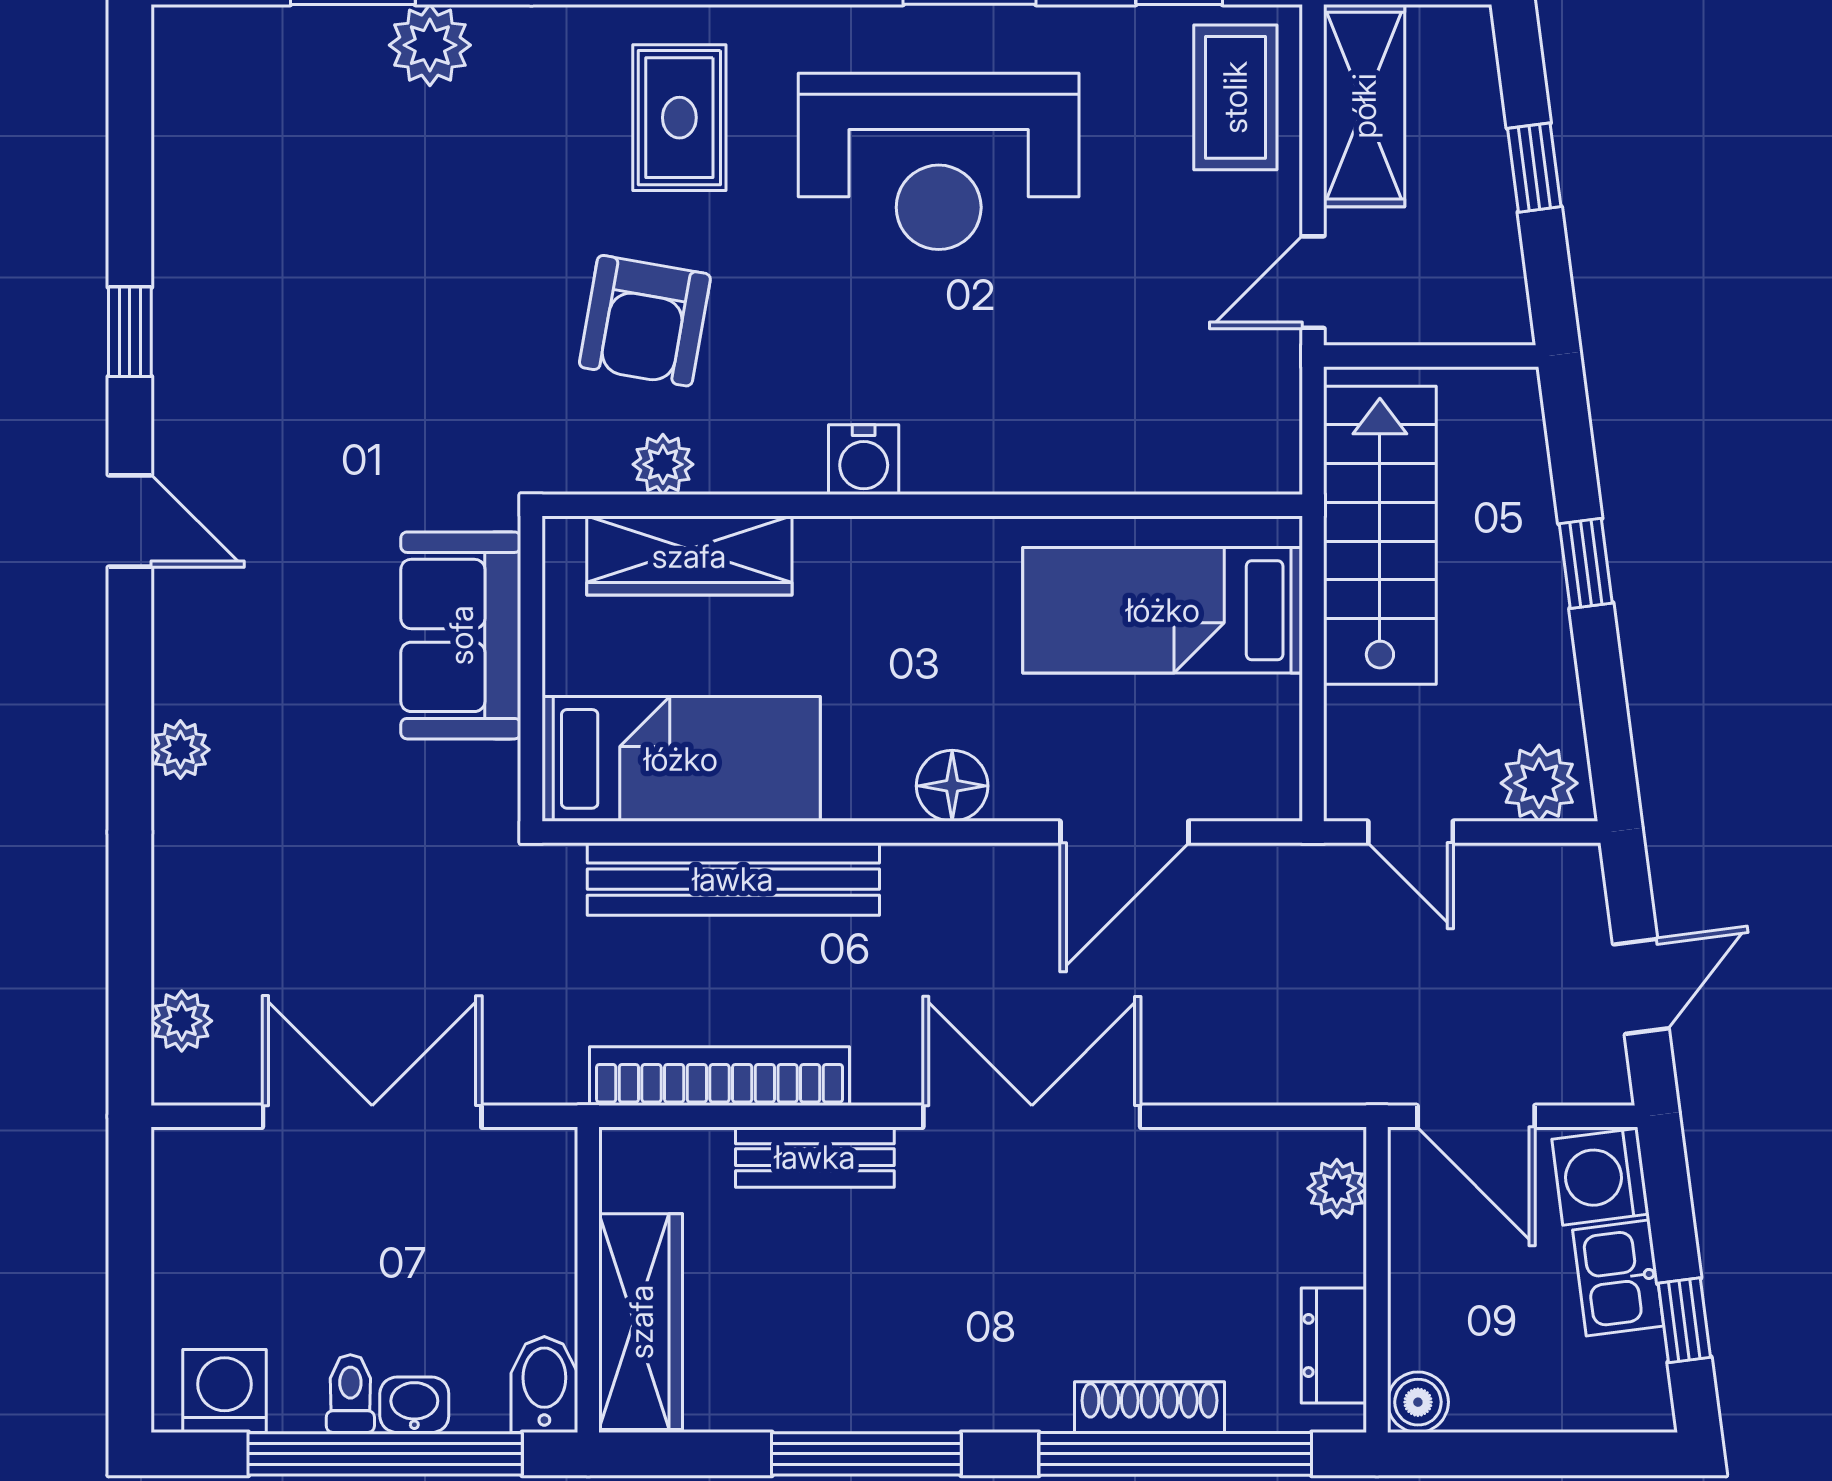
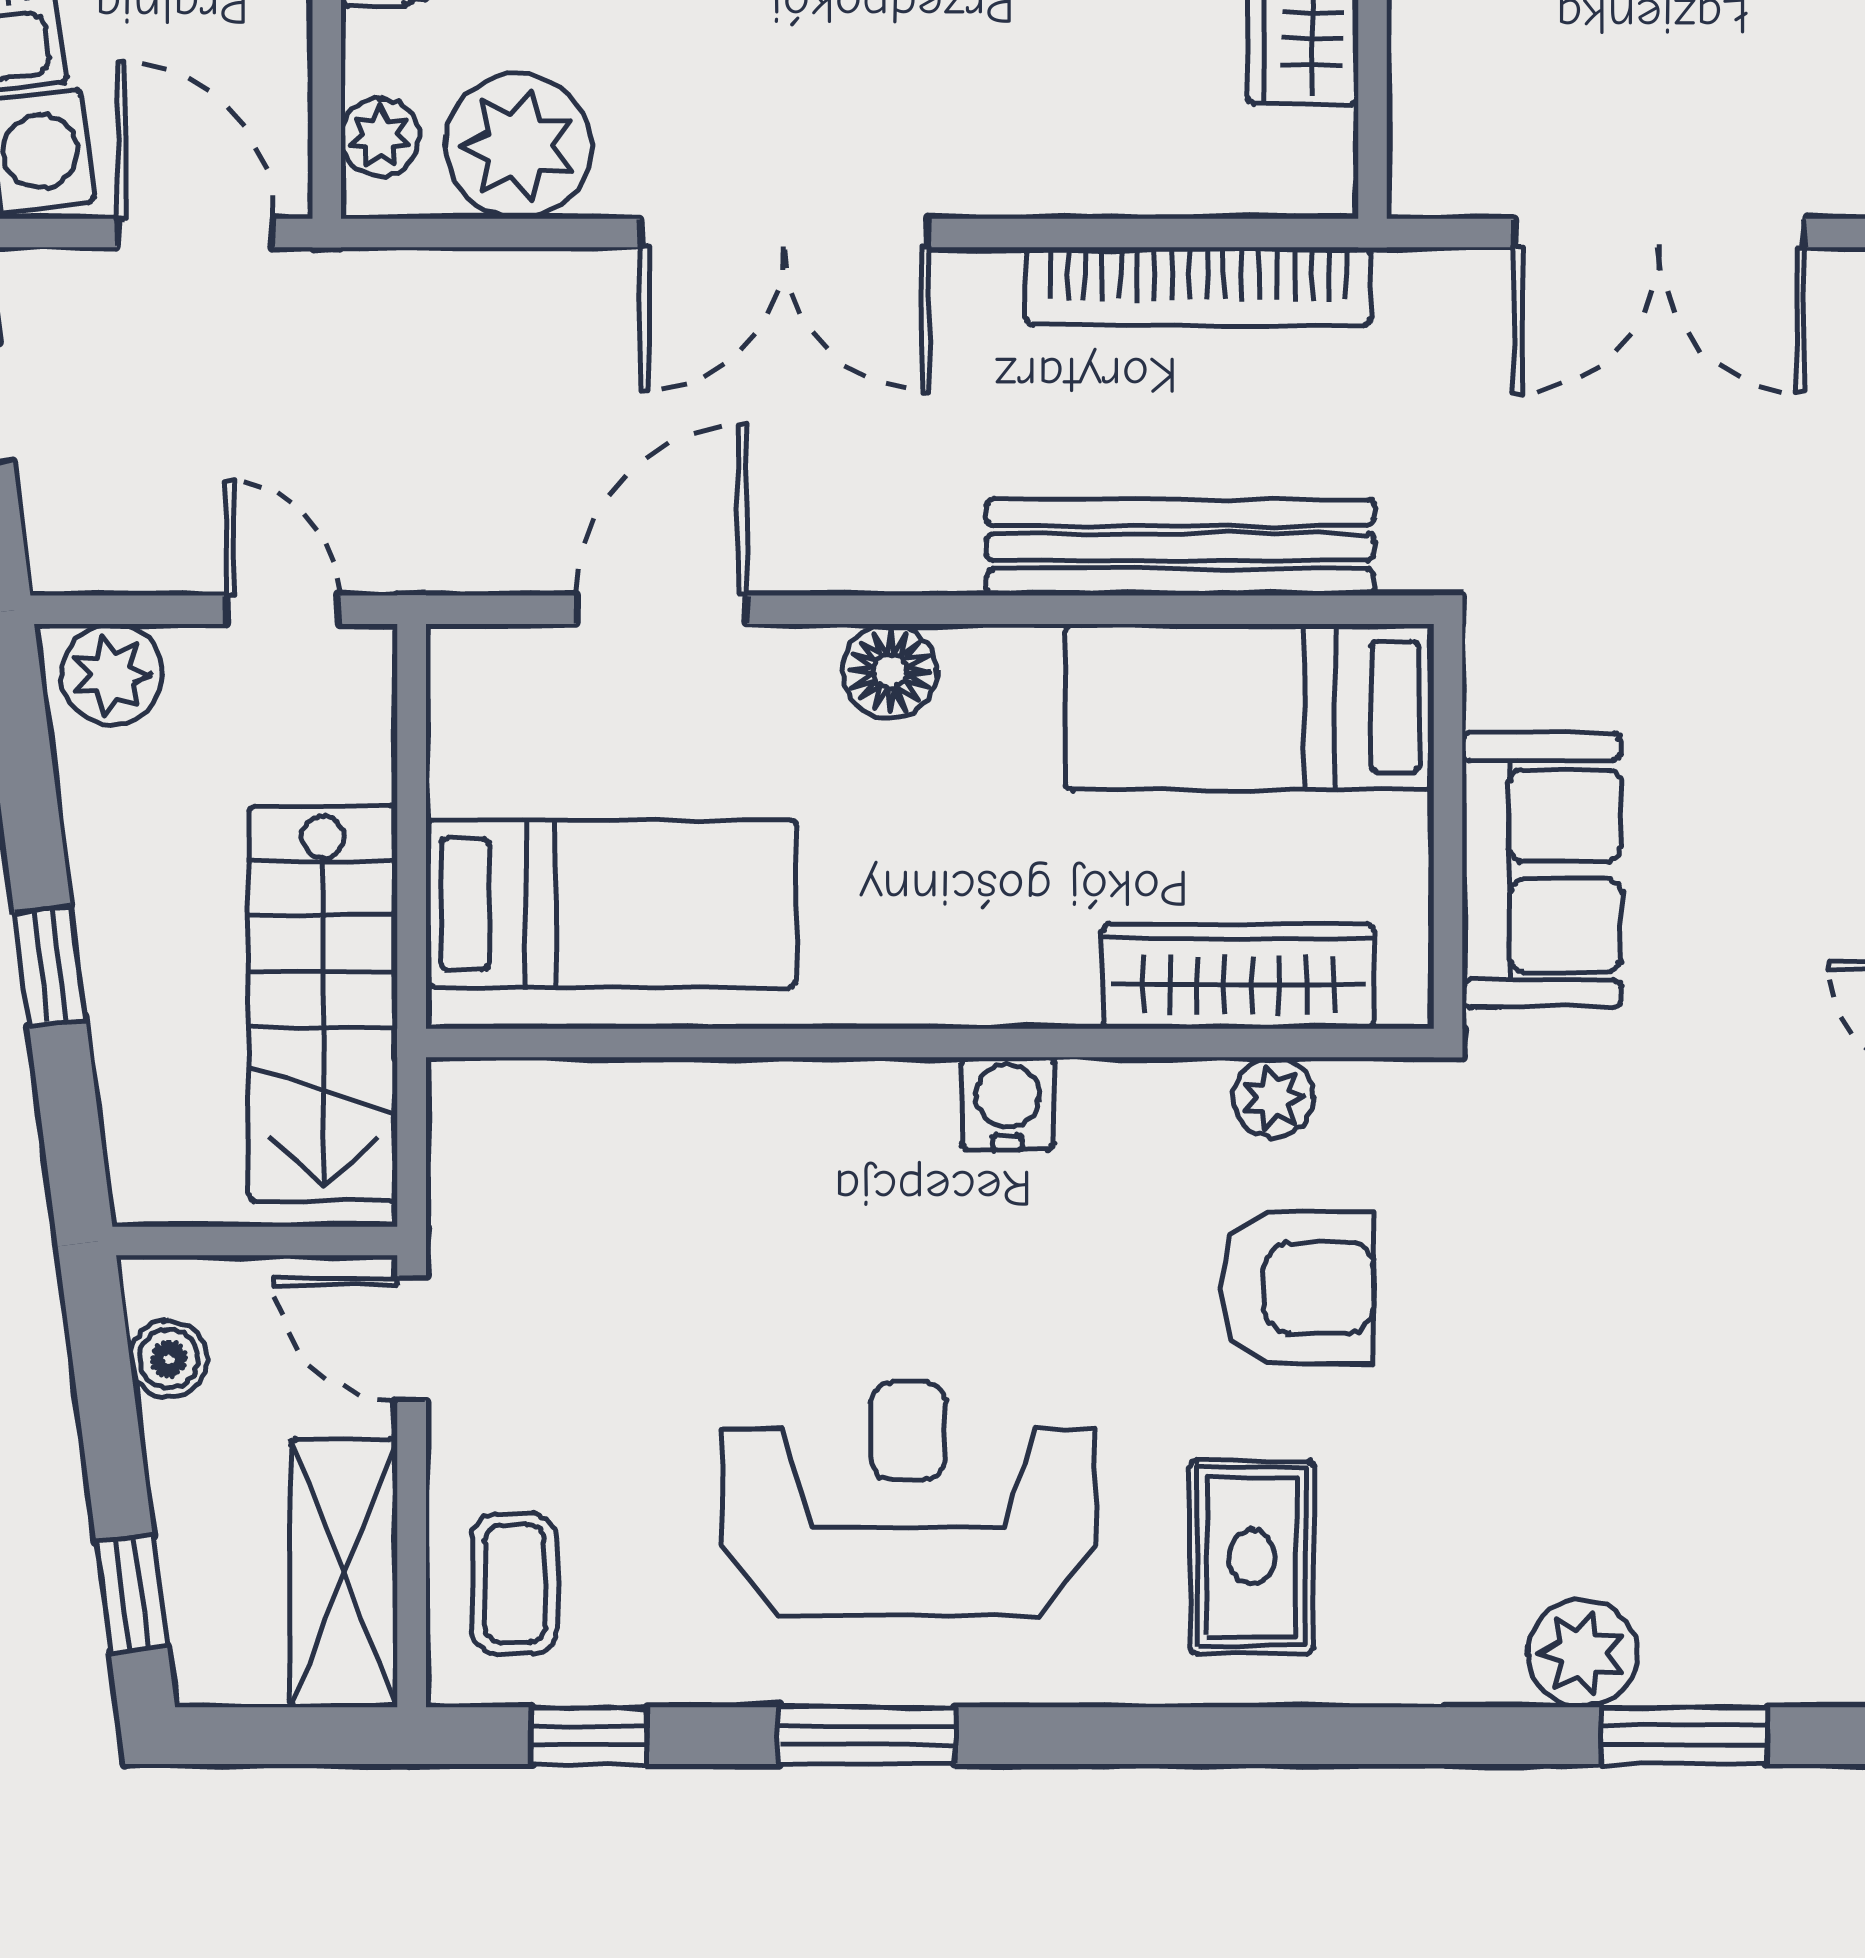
coffee table: (1235, 97) -> (515, 1584), width x0.73, depth x0.77
window: (1534, 168) -> (132, 1594), moved
boiler: (1496, 267) -> (169, 1359), added
door: (1313, 282) -> (412, 1339), swing flipped
armchair: (645, 321) -> (1297, 1288), turned 80
bench: (815, 1157) -> (1072, 179), removed
plant: (1232, 1182) -> (518, 146), added

